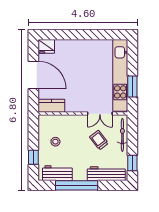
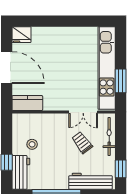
workbench: (57, 173) -> (21, 172), moved, turned 90

